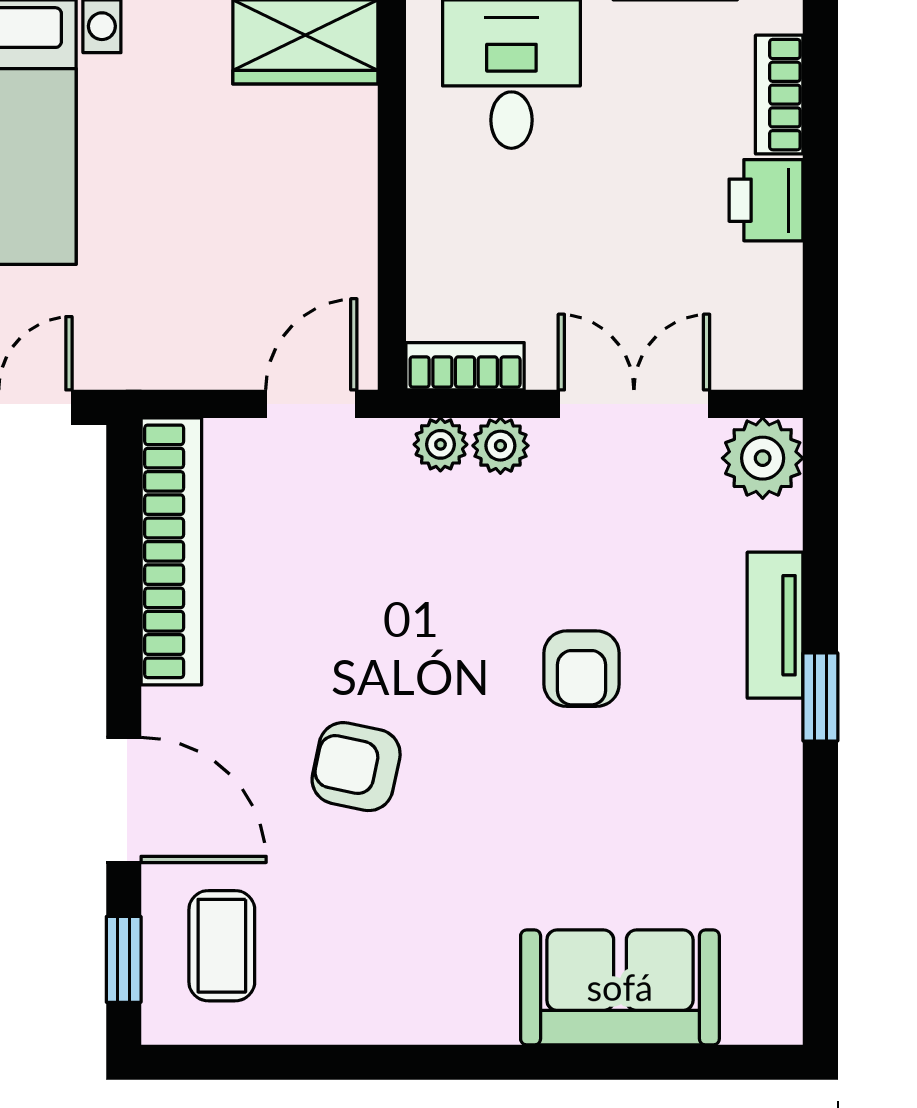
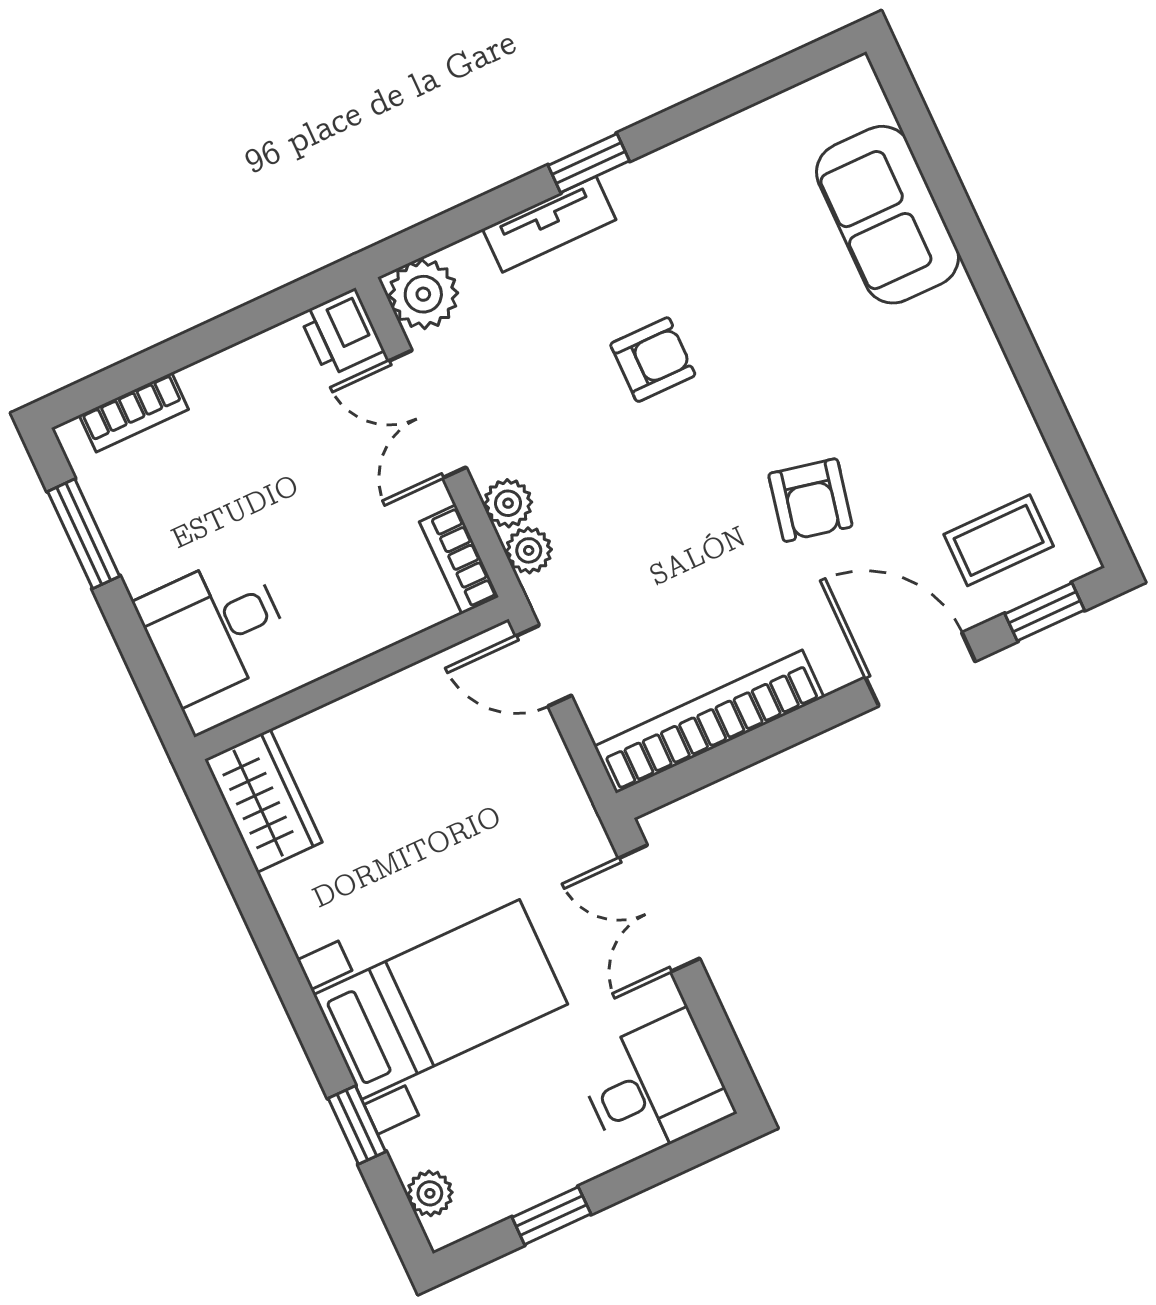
printer: (766, 200) -> (341, 332), moved, turned 90
door: (124, 800) -> (920, 669), hinge flipped

